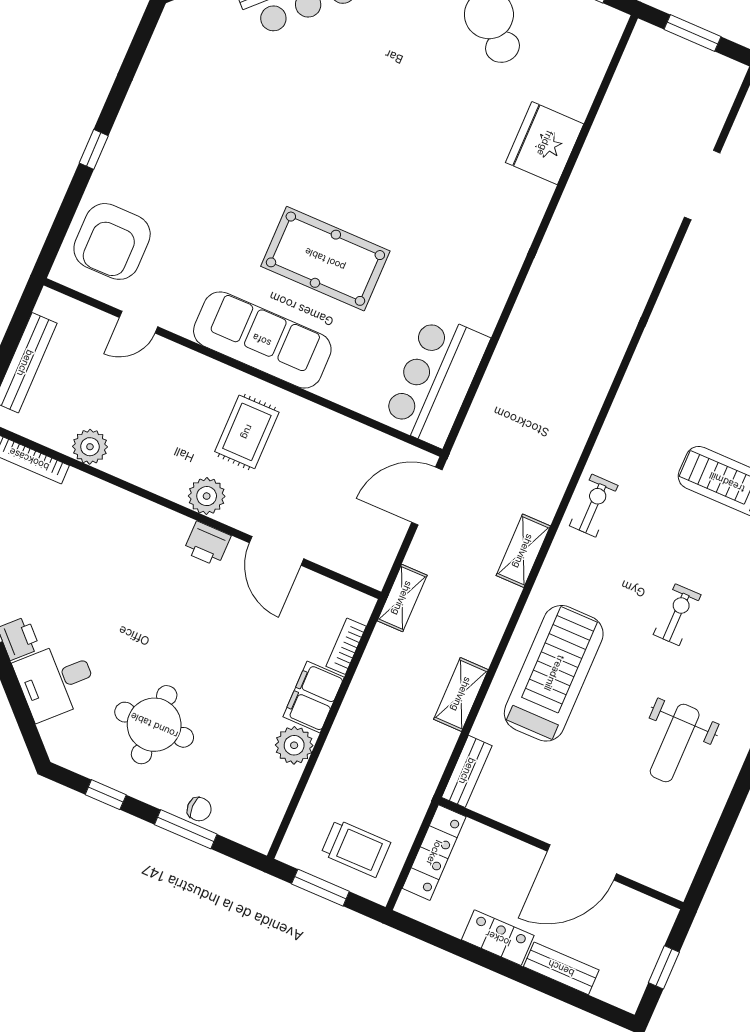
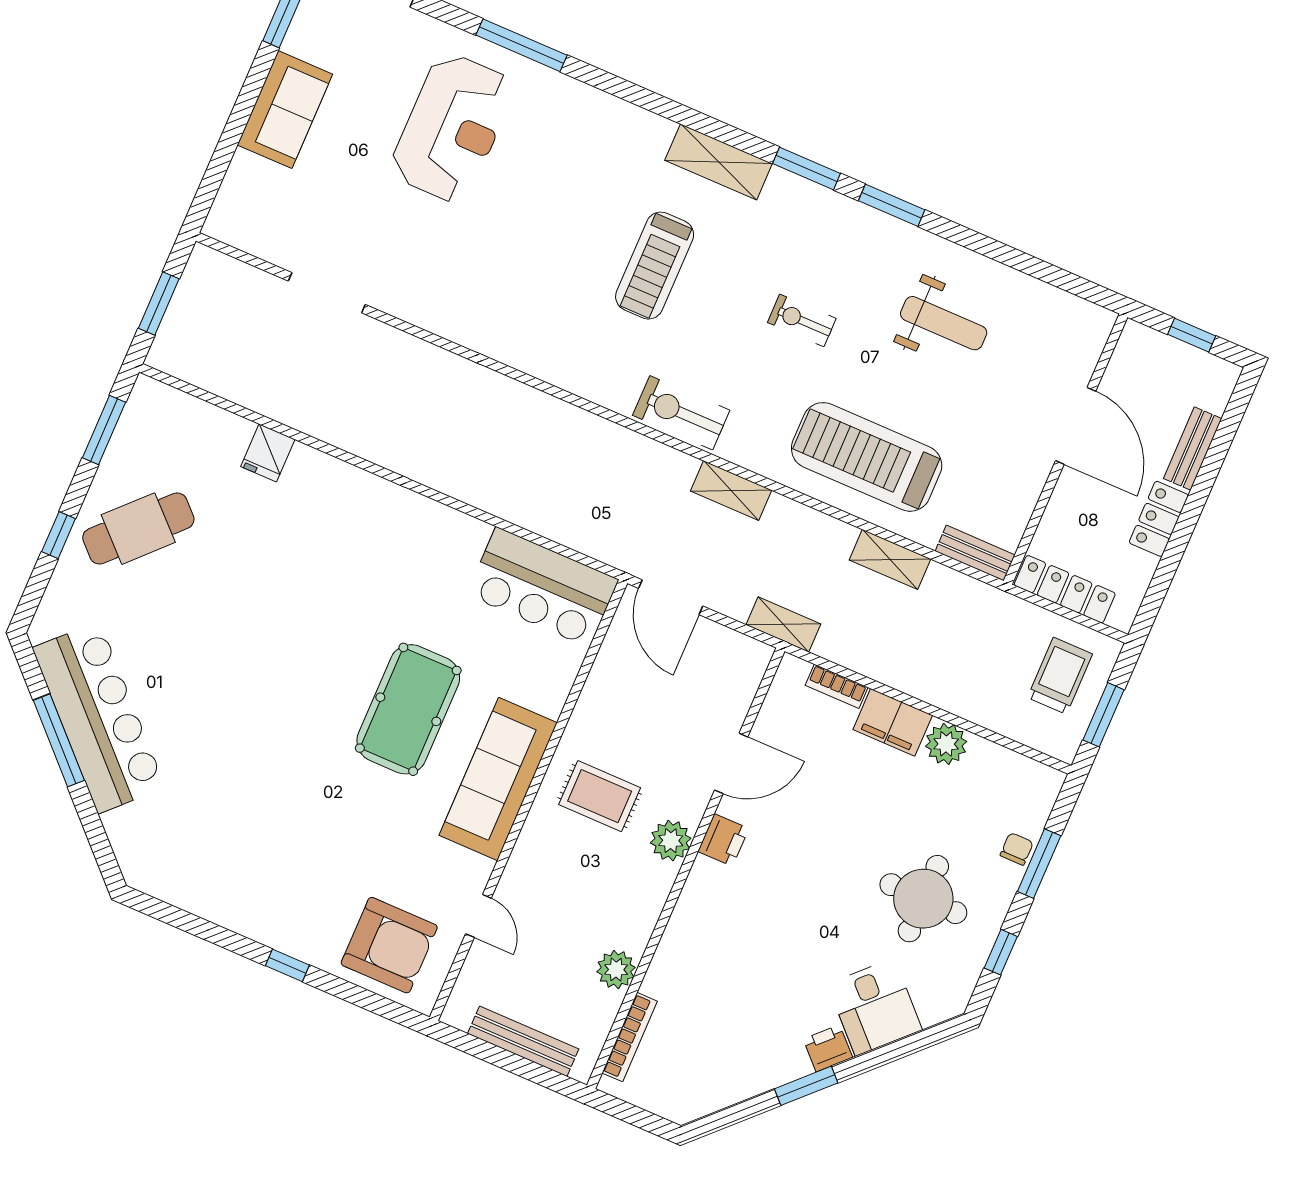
fridge: (545, 143) -> (268, 453), width x0.53, depth x0.75
exercise bike: (594, 506) -> (681, 413), width x1.38, depth x1.39

